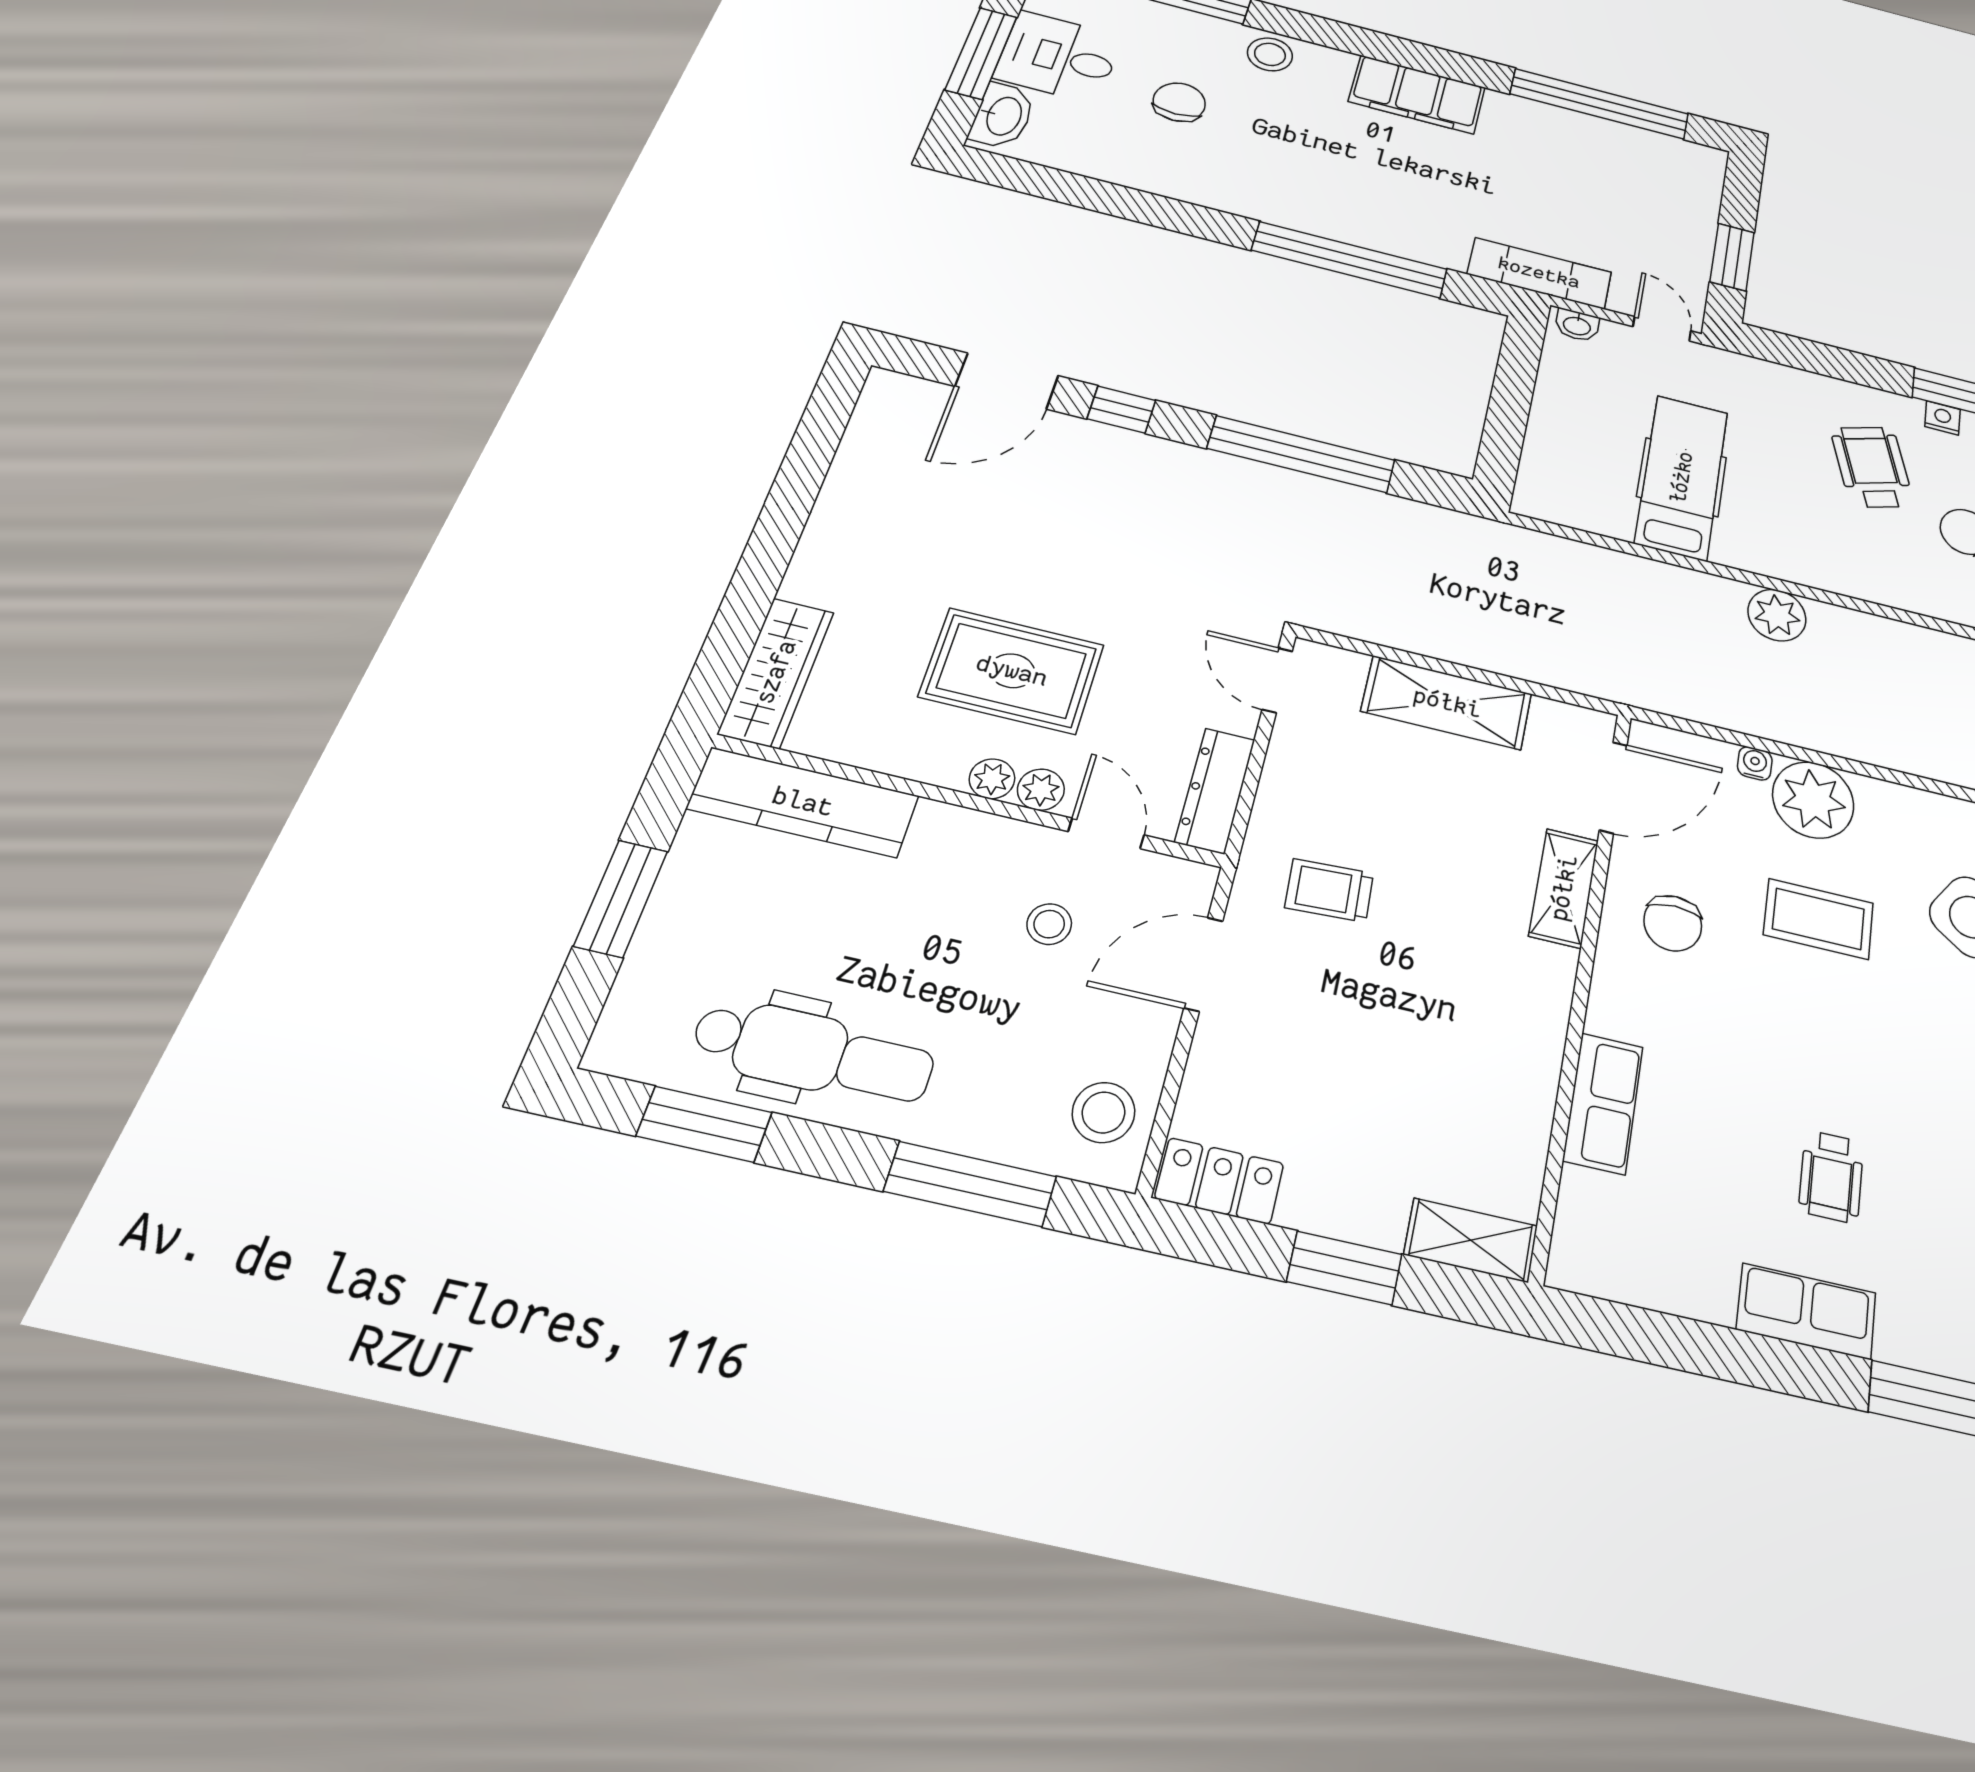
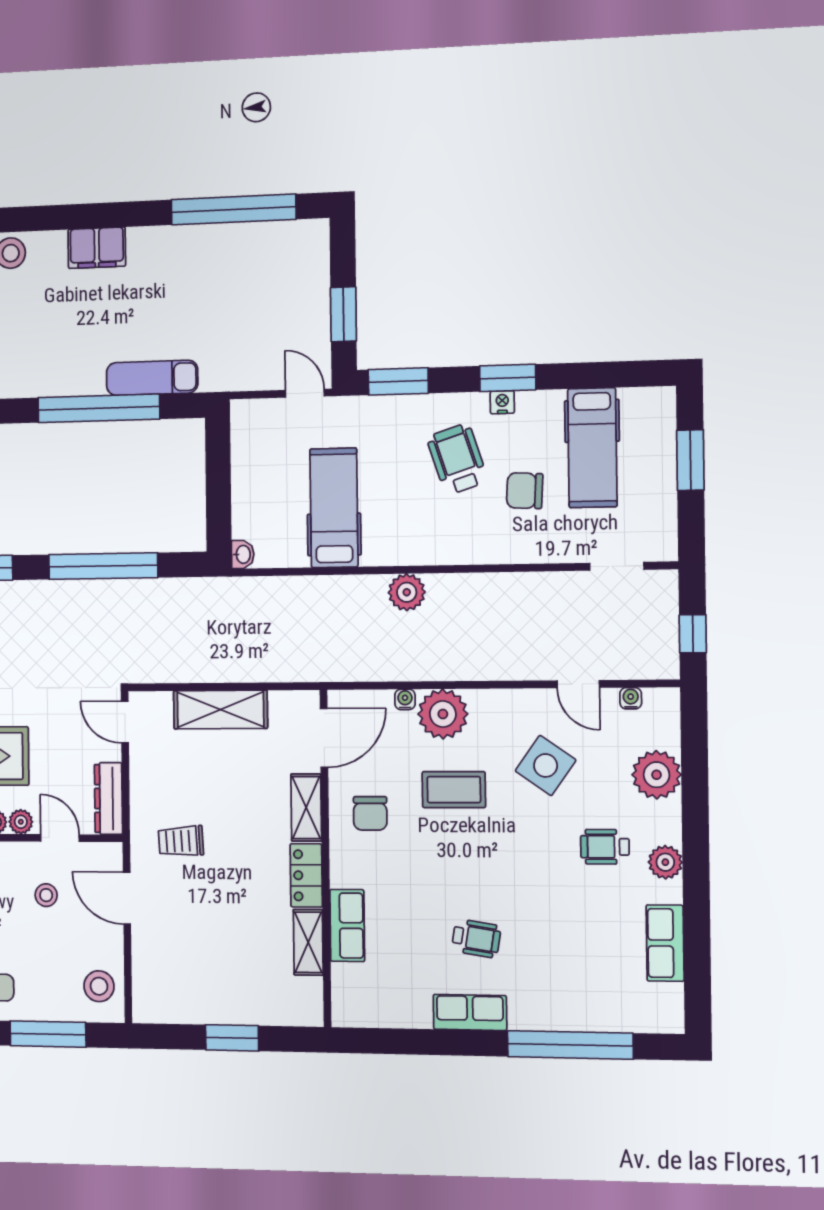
filing cabinet: (1417, 94) -> (97, 248), width x0.67, depth x0.86
exam couch: (1539, 273) -> (152, 378), moved
washbasin: (1577, 325) -> (243, 554), moved, turned -90
window: (1799, 353) -> (398, 381), added
door: (1204, 964) -> (127, 898), hinge flipped
wheelchair: (1831, 1177) -> (476, 938), turned -81
locker: (1219, 1181) -> (306, 875), moved, turned -90
shelving: (1471, 1240) -> (308, 942), moved, turned 90

